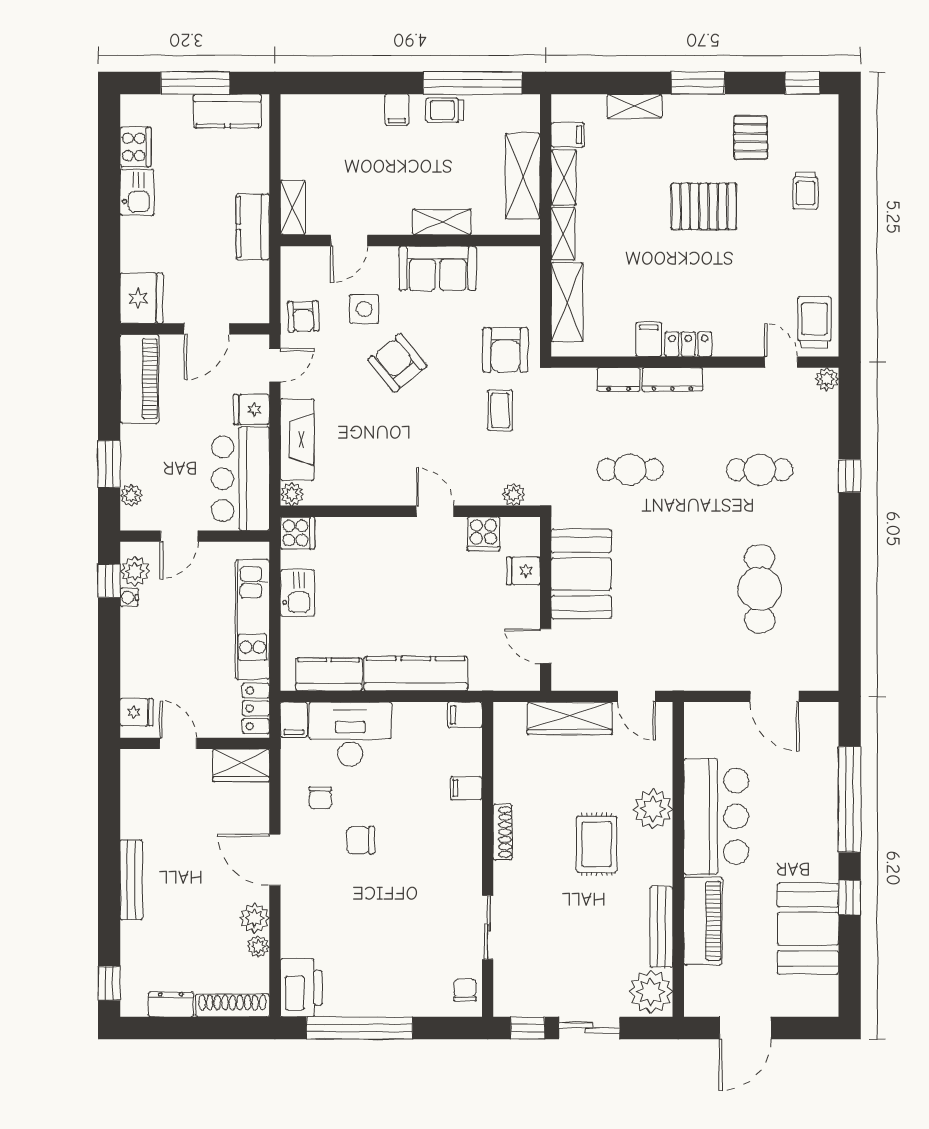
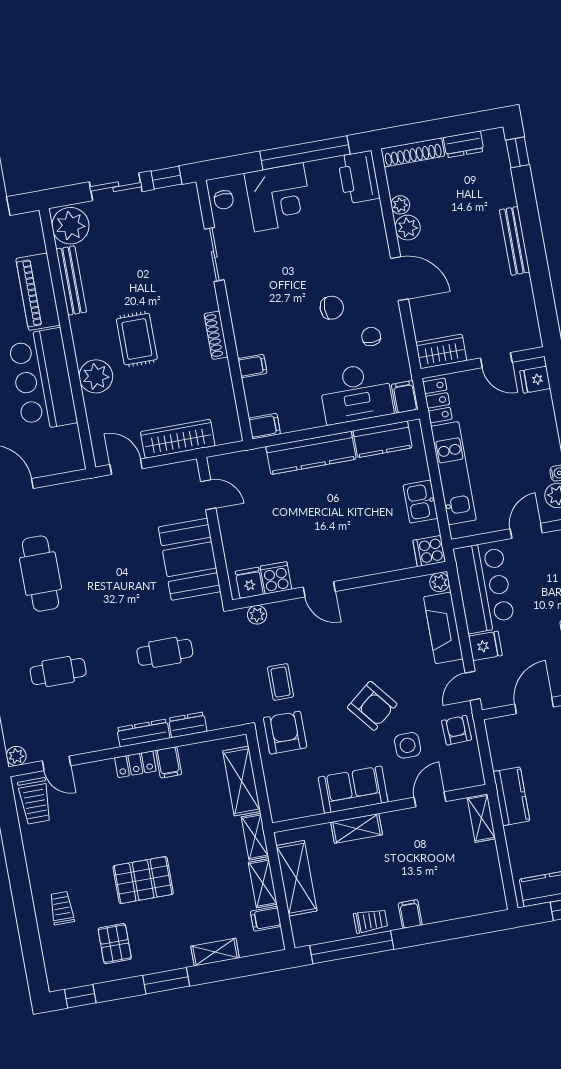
fridge: (523, 571) -> (249, 583), moved, turned -90
corner desk: (400, 981) -> (279, 197), added

